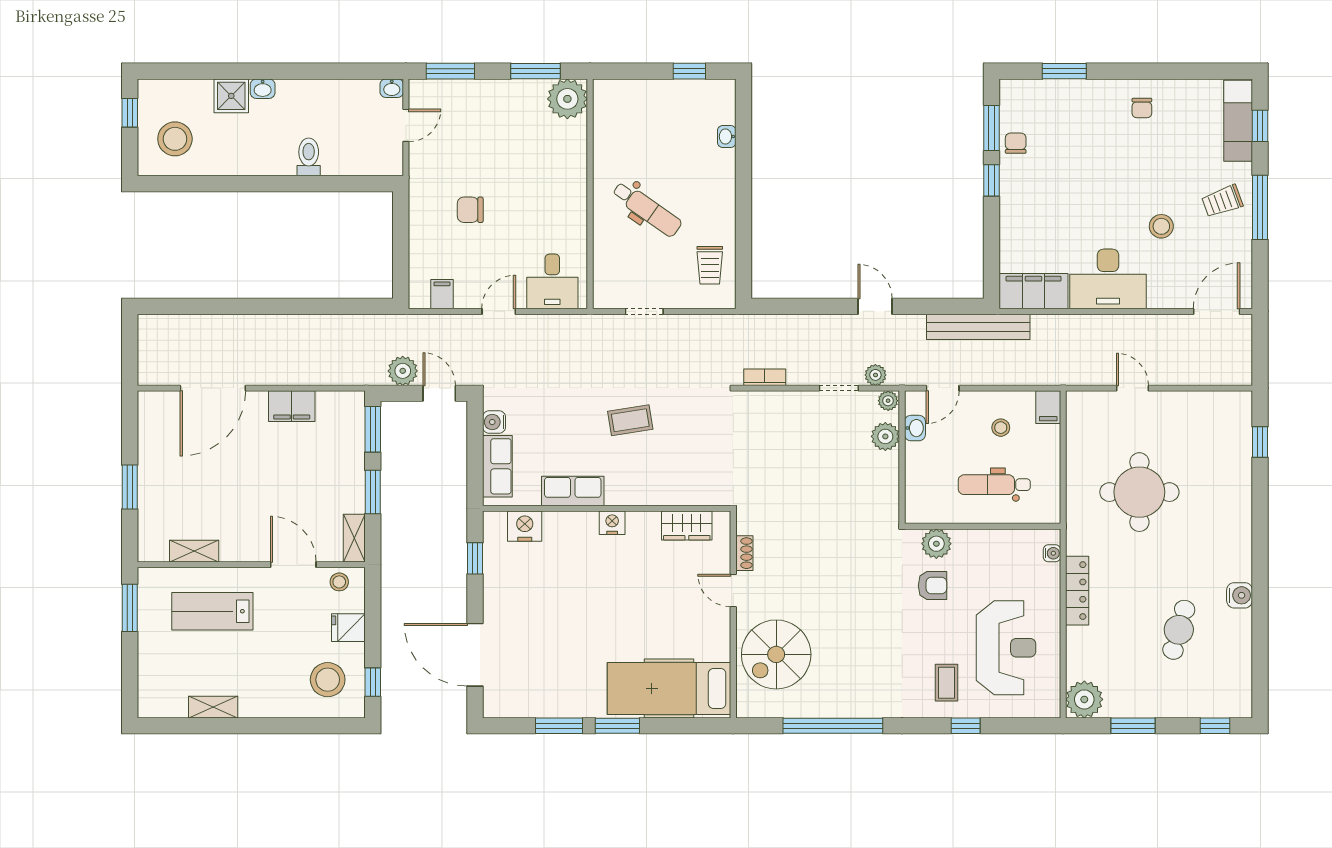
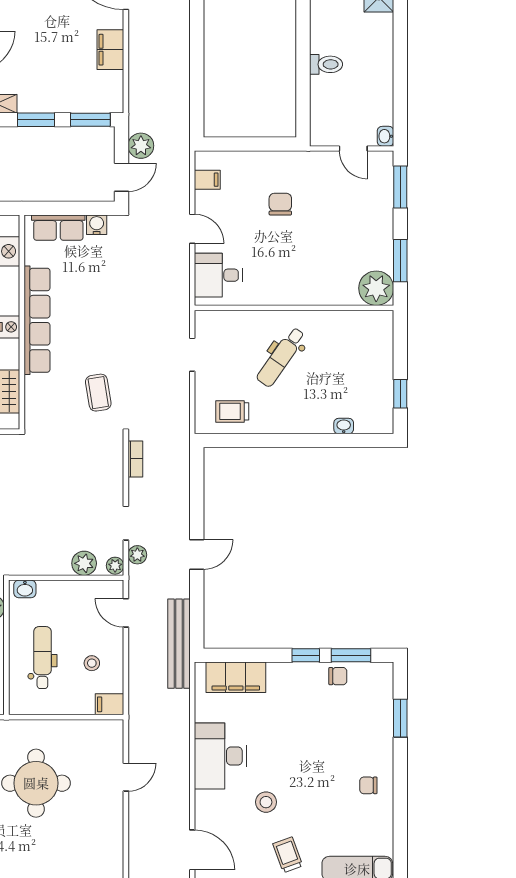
washbasin: (263, 89) -> (385, 25), removed
filing cabinet: (1033, 291) -> (236, 677), moved, turned 90
coffee table: (630, 420) -> (98, 393), moved
washbasin: (915, 428) -> (25, 589), moved
row of seats: (573, 491) -> (37, 320), width x2.02

